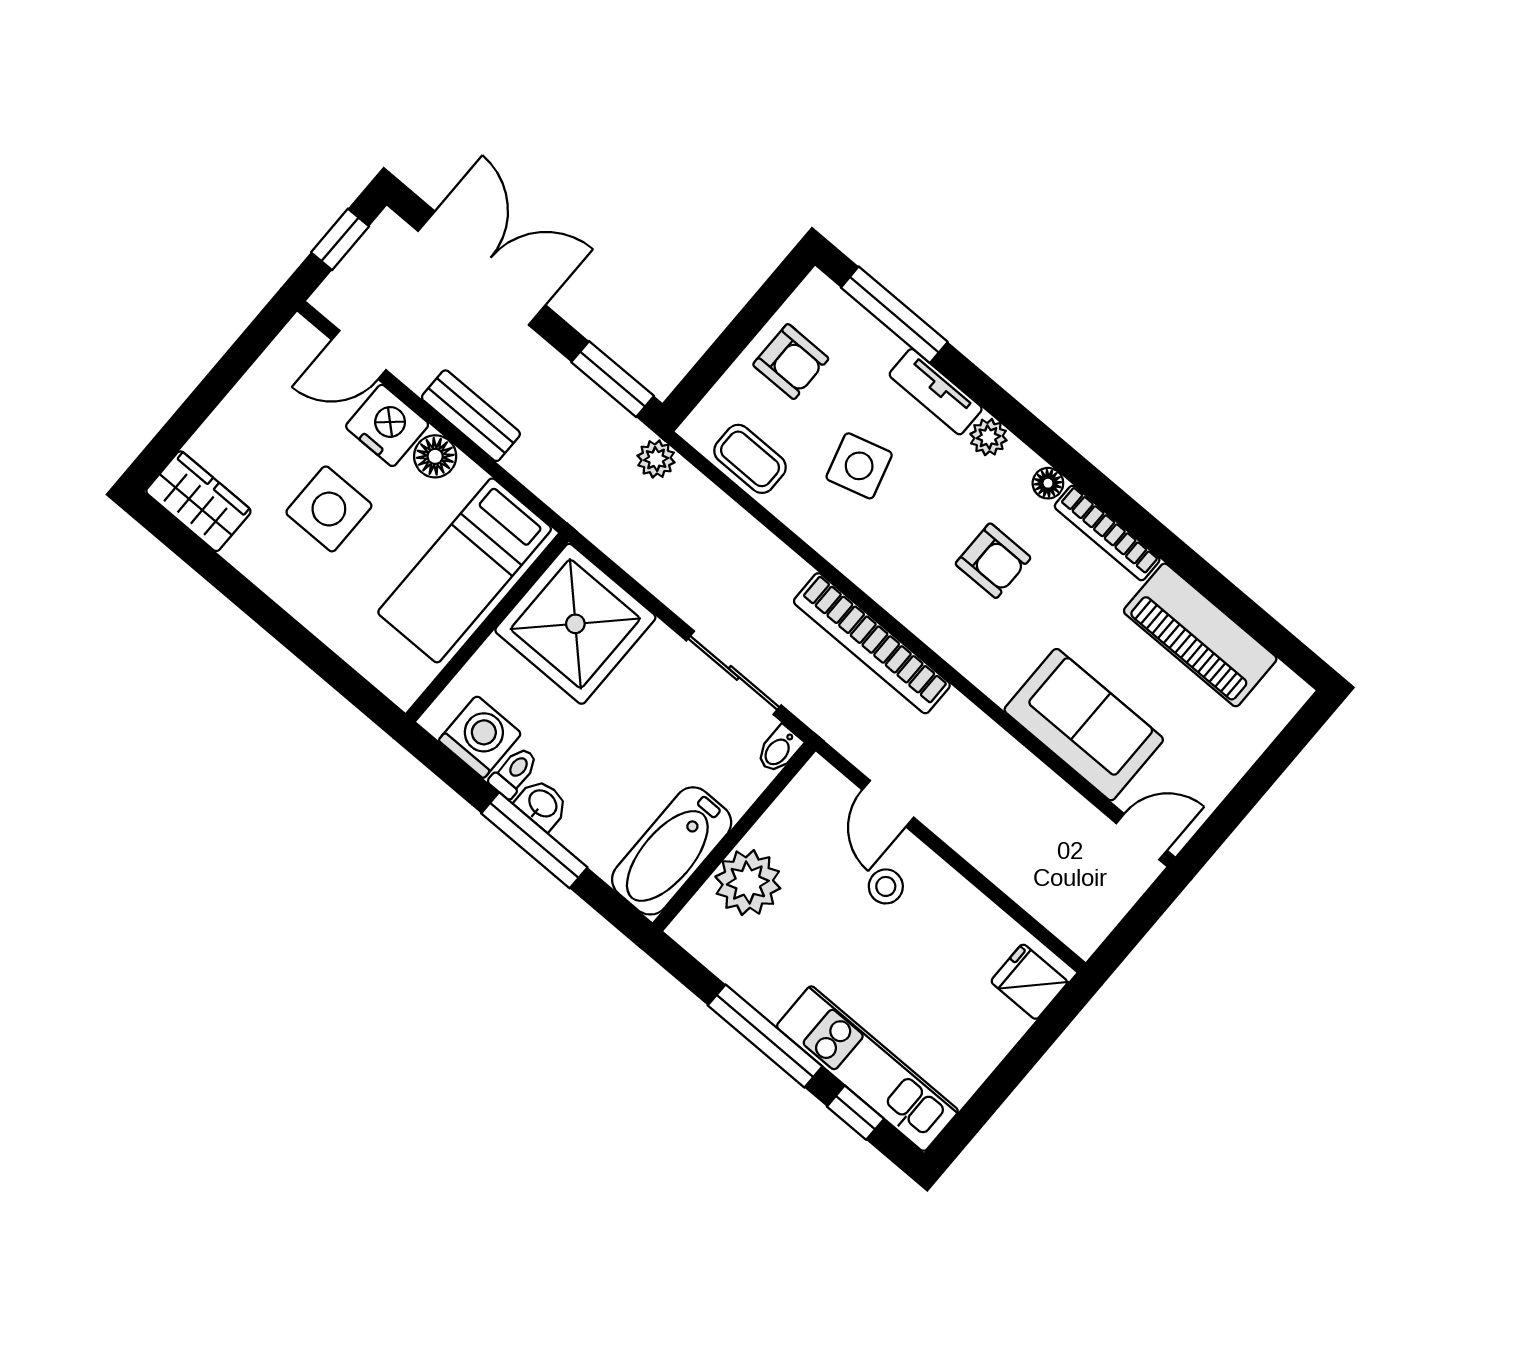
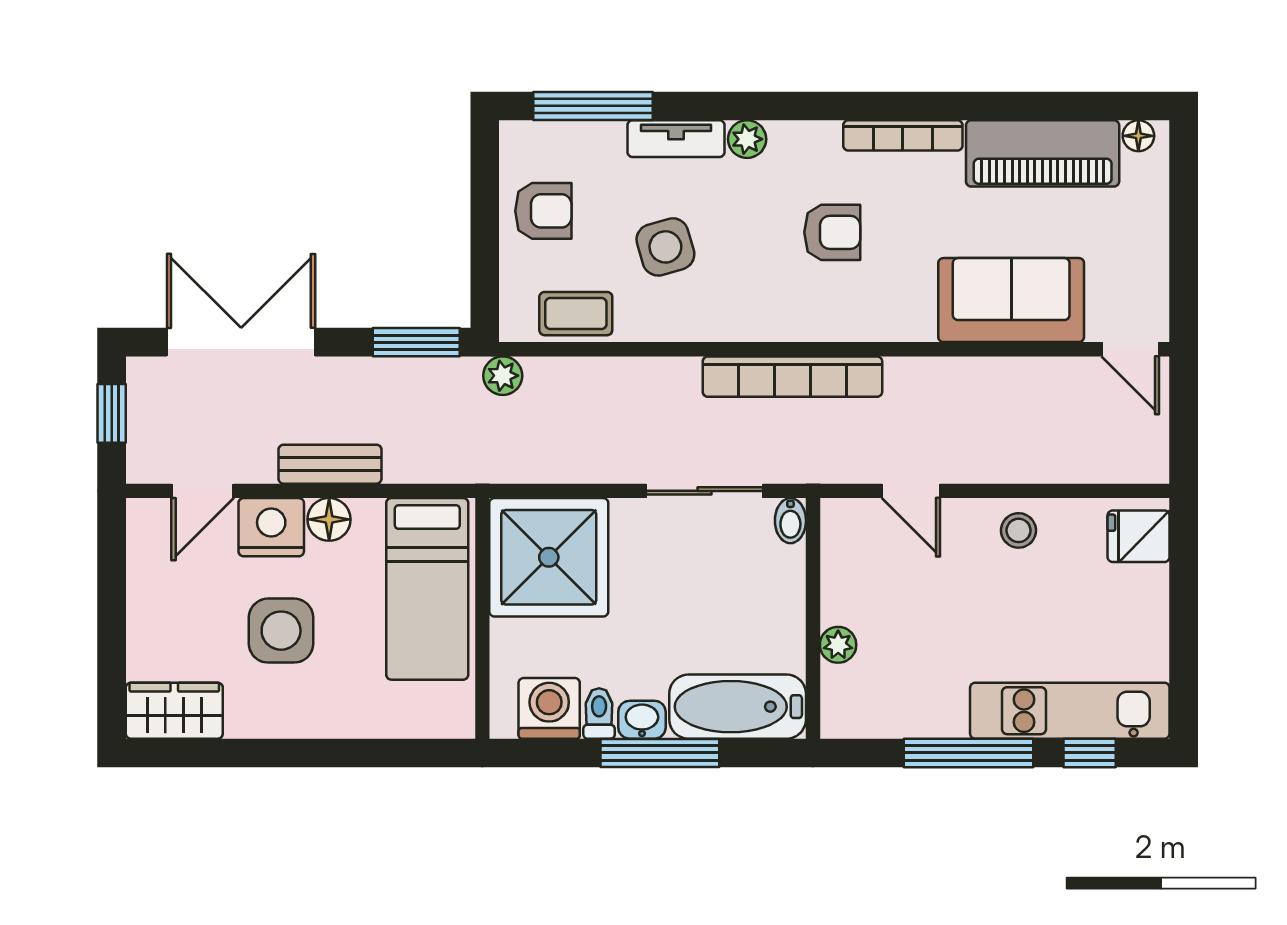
floor lamp: (1048, 483) -> (1138, 136), moved
door: (1142, 837) -> (1130, 349), swing flipped
bathtub: (672, 851) -> (738, 707), moved, turned 90
plant: (748, 883) -> (838, 645), width x0.53, depth x0.53
stool: (886, 886) -> (1018, 530), moved

